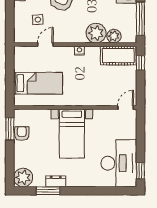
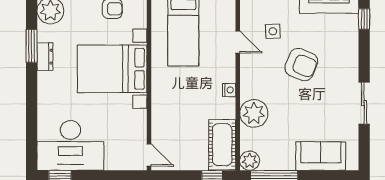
plant: (114, 36) -> (250, 161), moved
bed with nightstands: (72, 134) -> (112, 69), width x1.36

